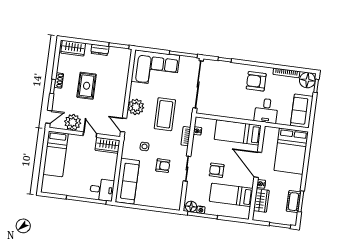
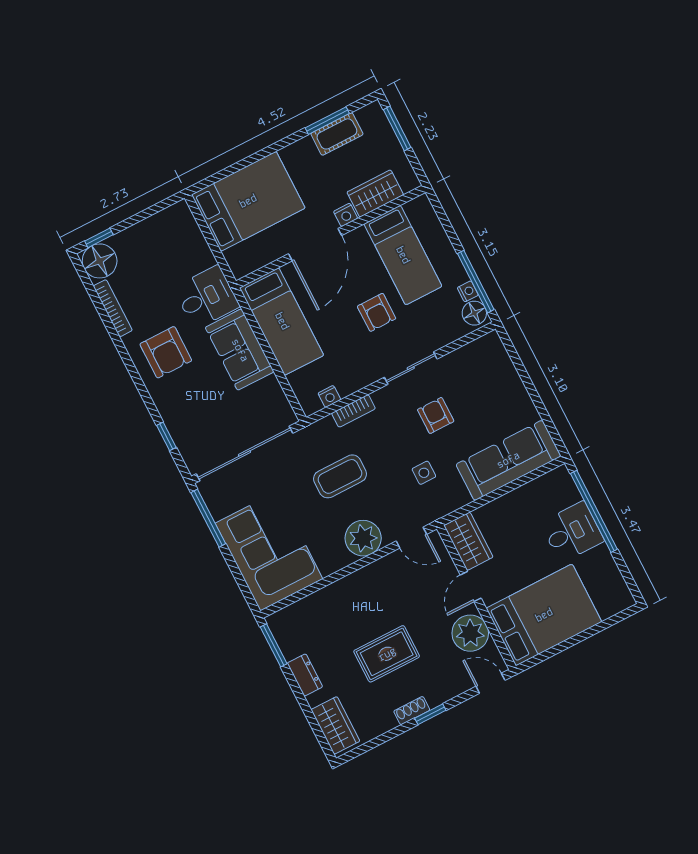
sofa: (302, 111) -> (240, 350), moved, turned 90
coffee table: (165, 114) -> (340, 476), width x0.73, depth x0.76
door: (124, 125) -> (411, 538), hinge flipped
bed: (56, 154) -> (544, 615), width x1.50
desk: (102, 190) -> (572, 532), moved, turned 90

